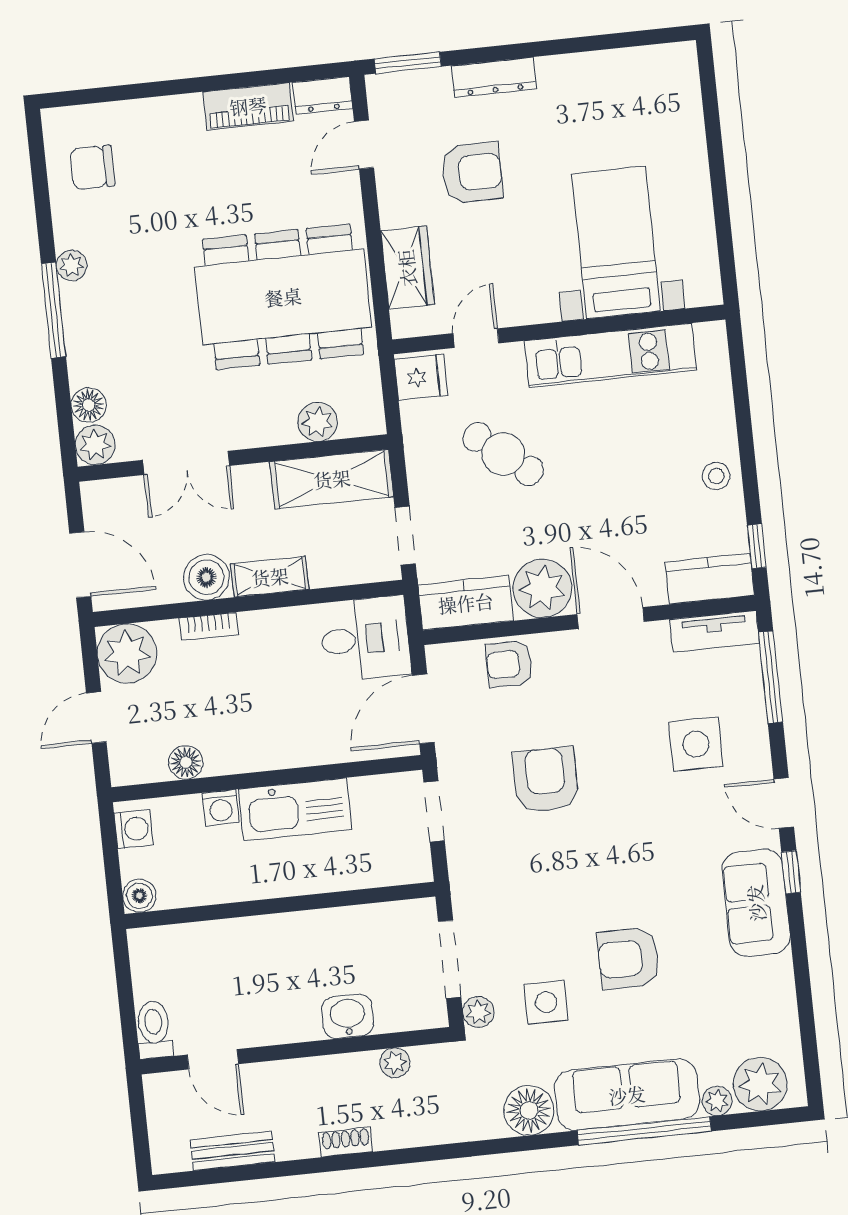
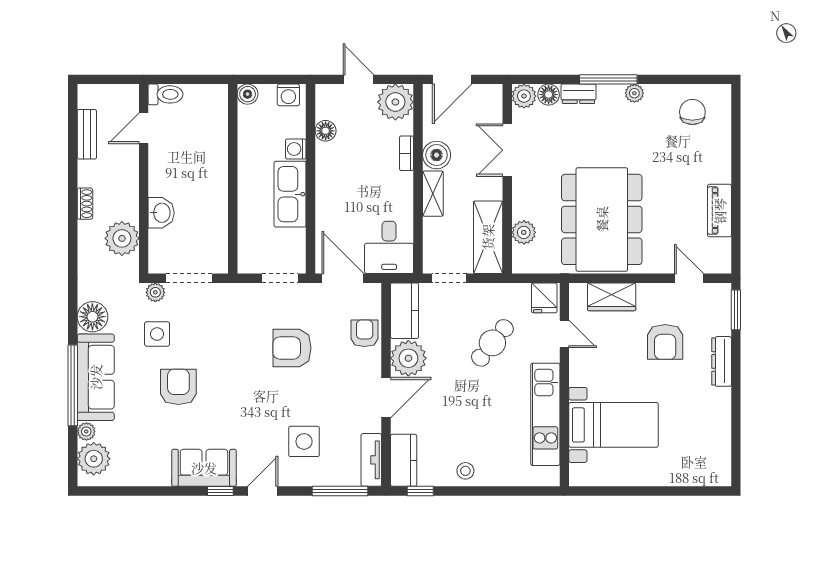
dresser: (323, 95) -> (578, 94), moved, turned -90
armchair: (546, 780) -> (292, 348), turned 180
plant: (395, 1063) -> (122, 238), width x1.88, depth x1.88

